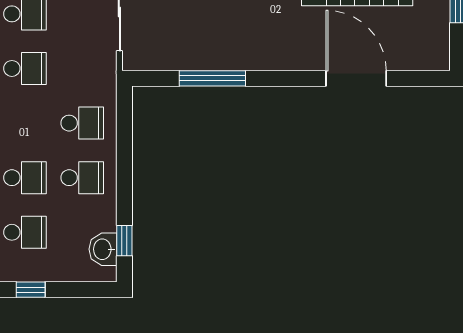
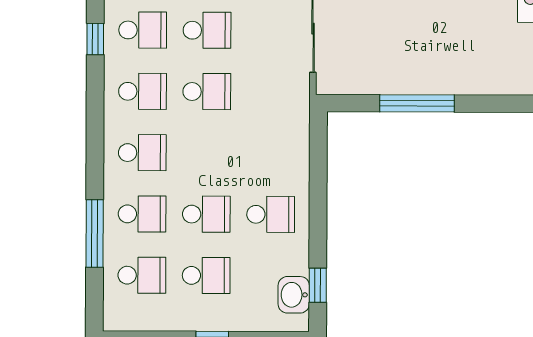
school desk: (82, 123) -> (271, 153), removed

